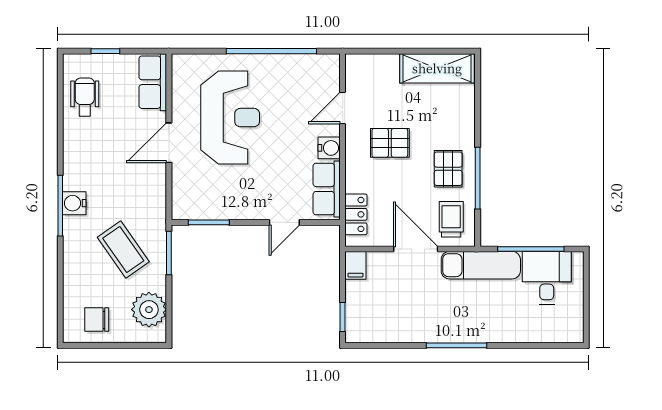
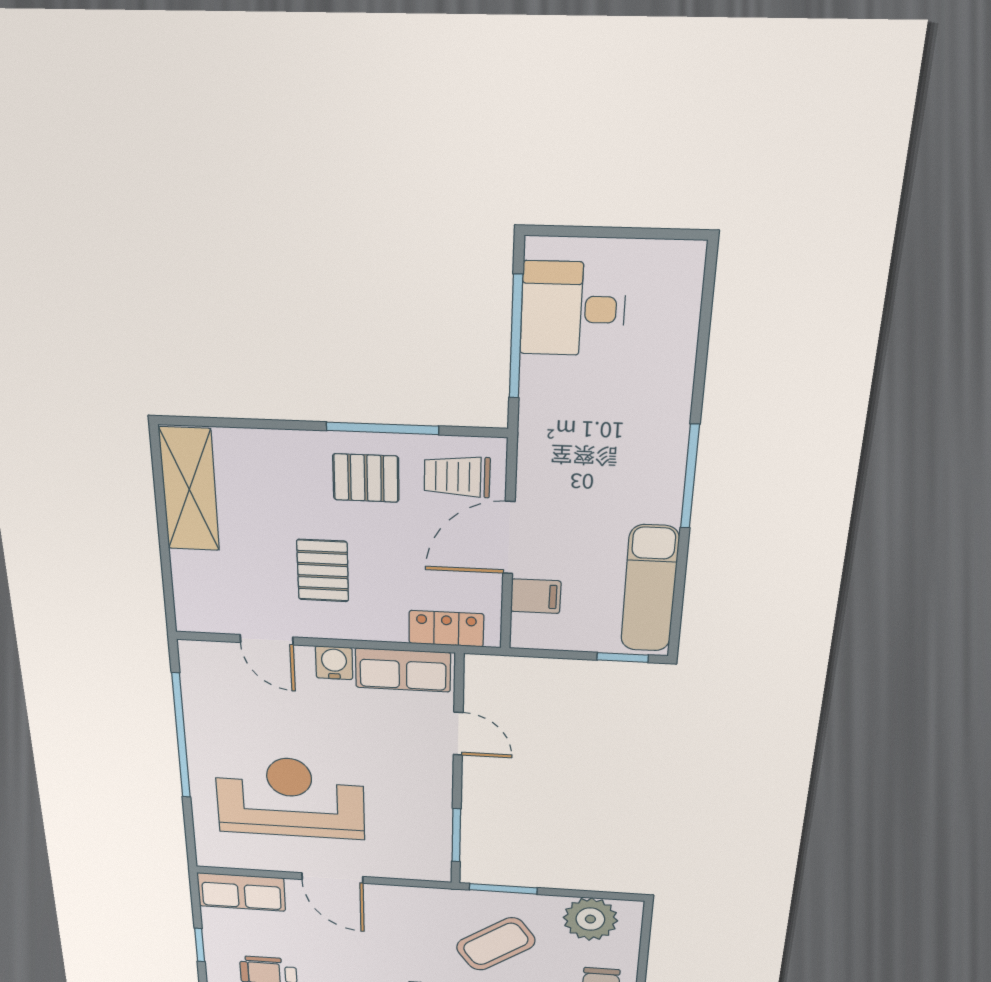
filing cabinet: (355, 265) -> (536, 596), moved
exam couch: (481, 265) -> (650, 589), moved, turned 180

